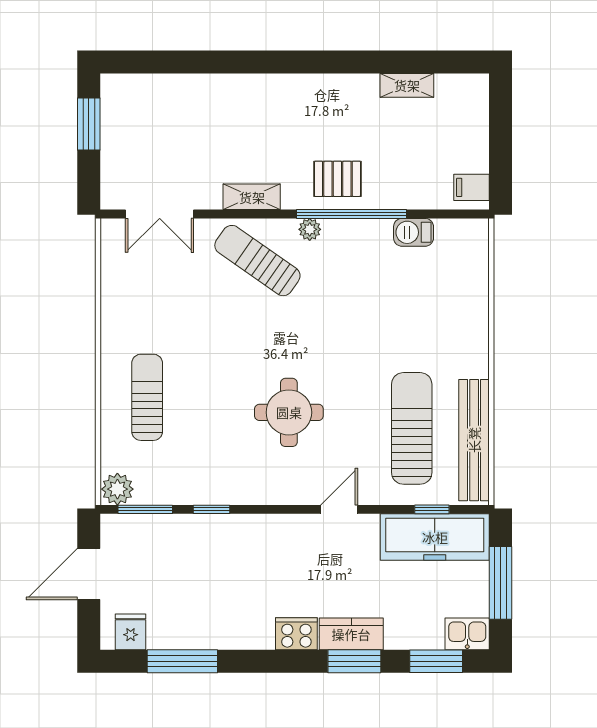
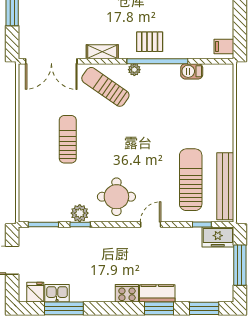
double door: (160, 214) -> (51, 61), width x1.37
sun lounger: (147, 397) -> (68, 139), moved
round table: (289, 412) -> (116, 197), moved
plant: (117, 489) -> (80, 213), moved
freezer: (435, 537) -> (218, 237), width x0.52, depth x0.79
kitchen sink: (467, 634) -> (57, 293), moved

